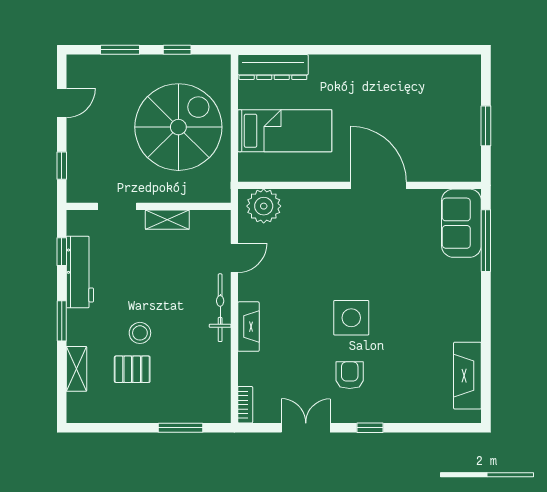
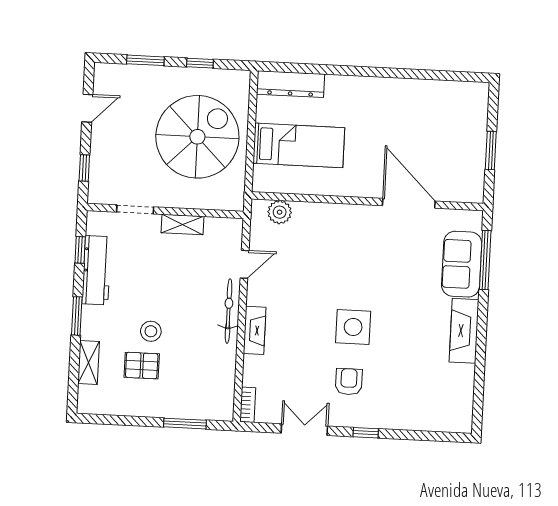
door: (379, 185) -> (409, 203), moved
plant: (264, 206) -> (280, 212), width x0.73, depth x0.73
sofa: (461, 223) -> (462, 264), moved
fireplace: (467, 376) -> (464, 331), moved

